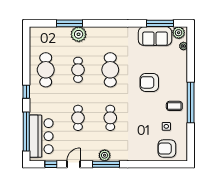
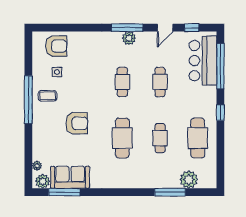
plant: (79, 34) -> (189, 179), moved

